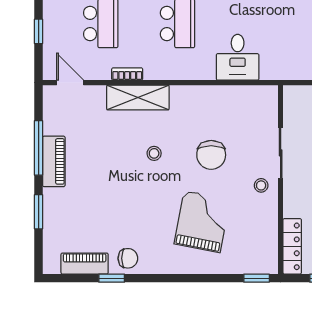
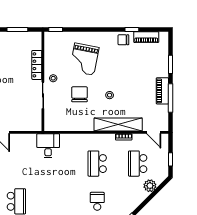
desk: (238, 57) -> (48, 146), moved
shelving: (138, 97) -> (118, 125), width x1.47
locker: (292, 246) -> (37, 65), moved

